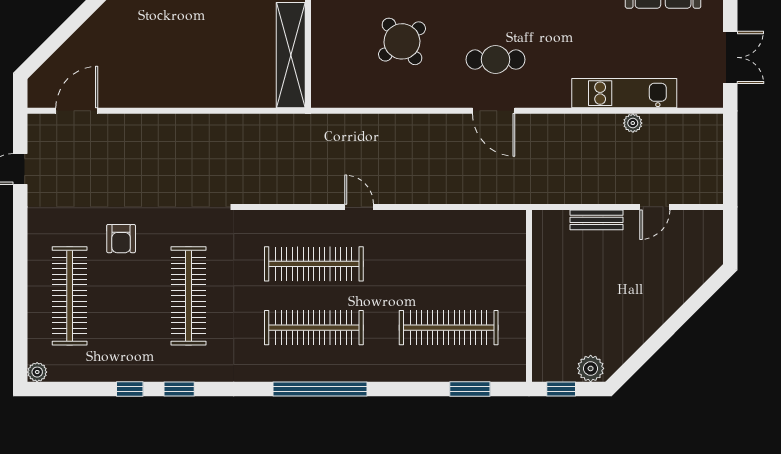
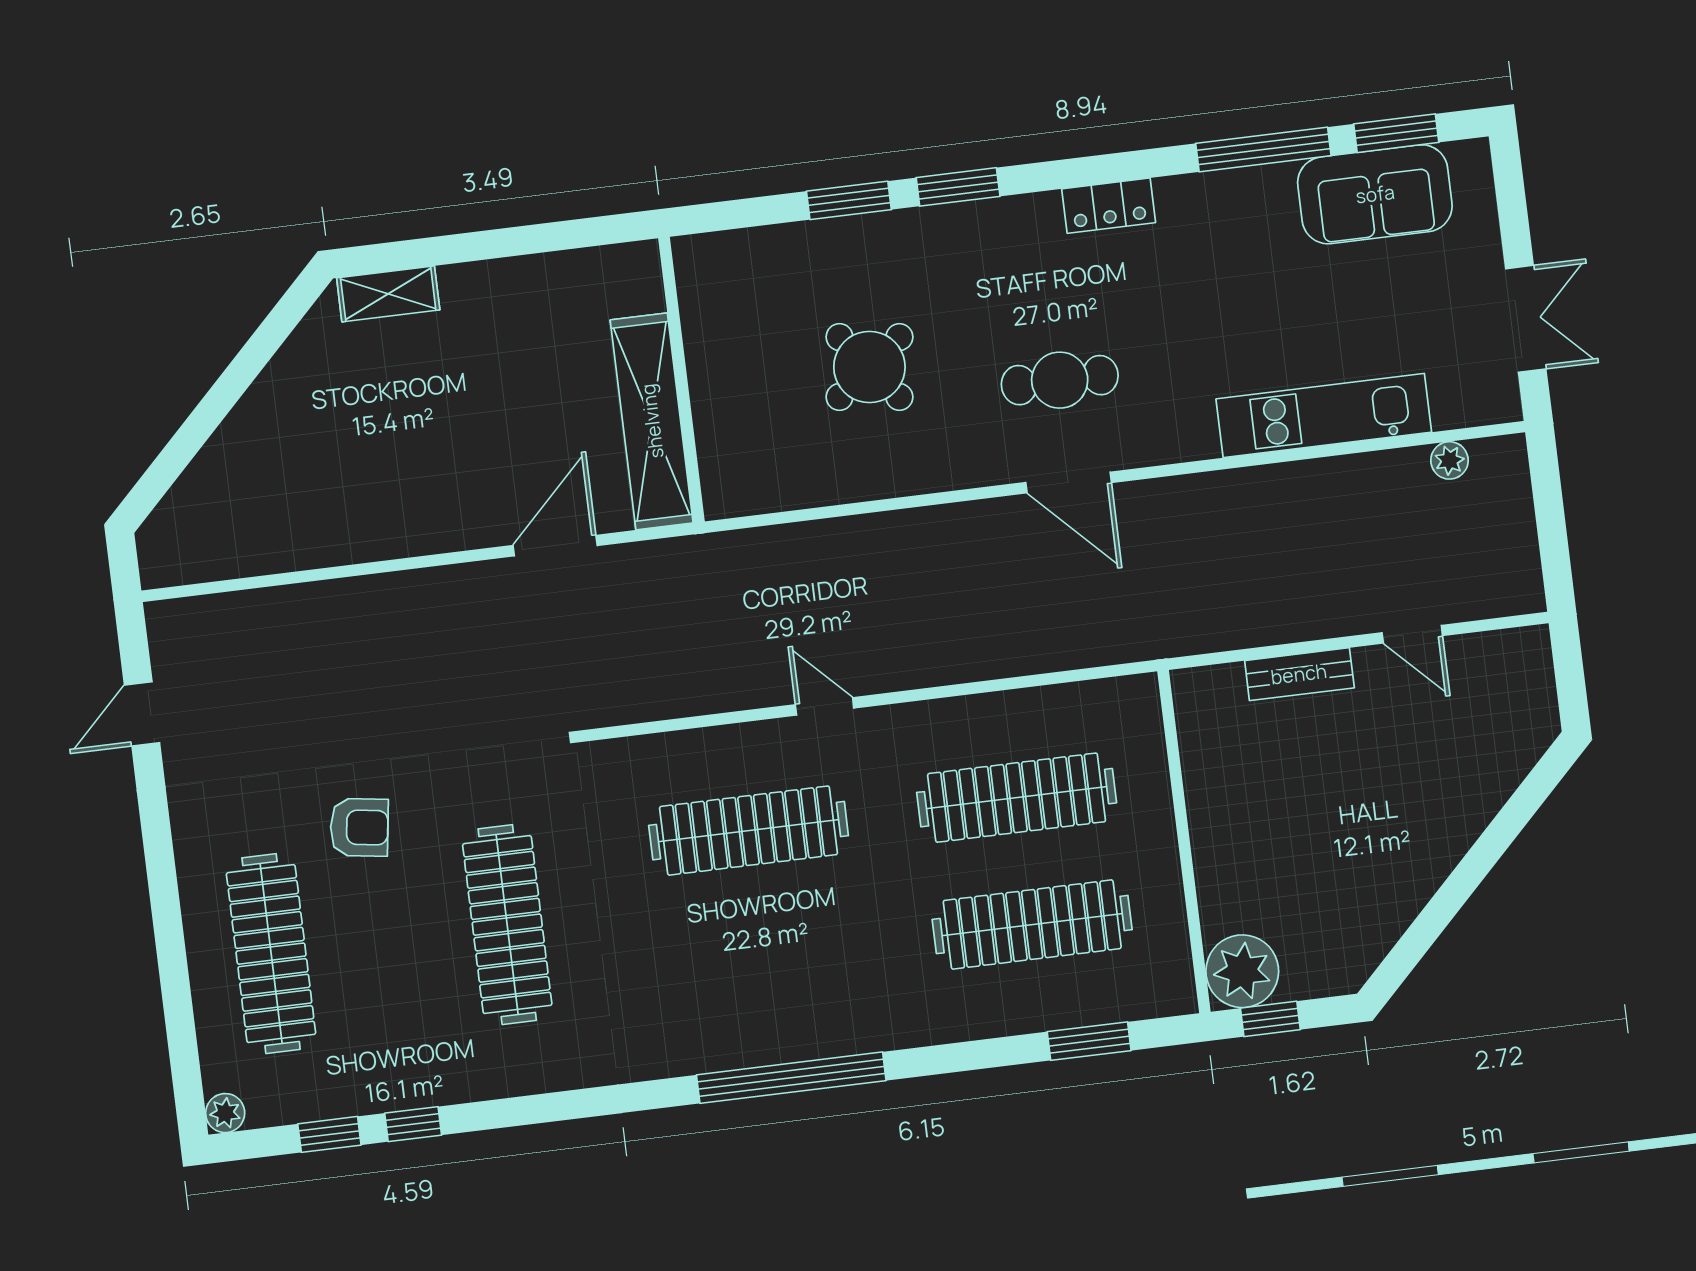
door: (77, 111) -> (555, 546), moved
plant: (633, 123) -> (1450, 460), moved
door: (655, 207) -> (1412, 634), hinge flipped
armchair: (121, 239) -> (359, 827), turned -82
clothes rail: (314, 328) -> (1017, 798), moved
plant: (591, 368) -> (1242, 971), moved, width x1.36, depth x1.36
window: (179, 389) -> (329, 1134), moved

